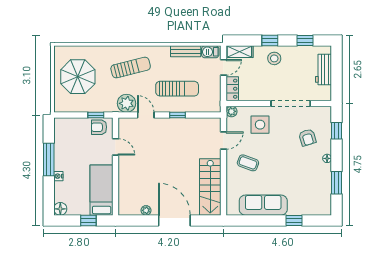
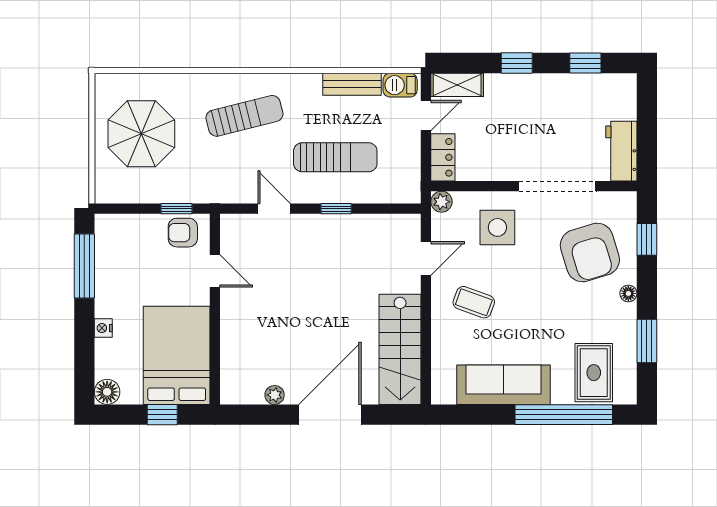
stool: (274, 58) -> (525, 98), removed
workbench: (323, 70) -> (621, 151), moved
plant: (127, 103) -> (236, 186), removed
armchair: (307, 137) -> (590, 252), width x1.88, depth x1.88
window: (49, 160) -> (84, 266), moved
bed: (102, 190) -> (177, 355), width x1.50
rug: (309, 199) -> (594, 373), added
door: (174, 220) -> (330, 415), hinge flipped
window: (294, 220) -> (564, 415), width x3.17

